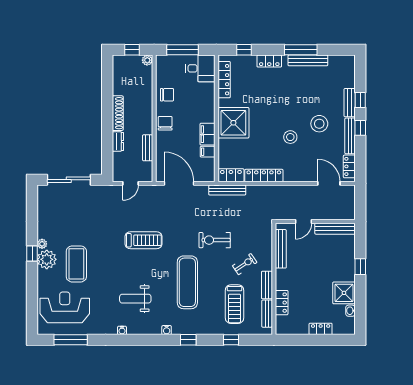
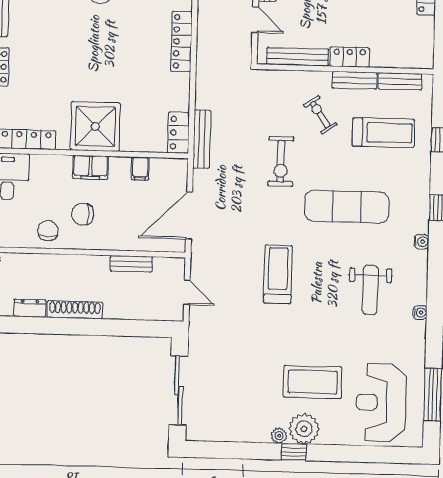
chair: (165, 123) -> (83, 214), moved
filing cabinet: (208, 134) -> (90, 167), moved
stool: (290, 137) -> (121, 37), removed
dresser: (118, 142) -> (30, 308), moved
locker: (264, 175) -> (181, 41), moved
locker: (282, 303) -> (350, 57), moved

